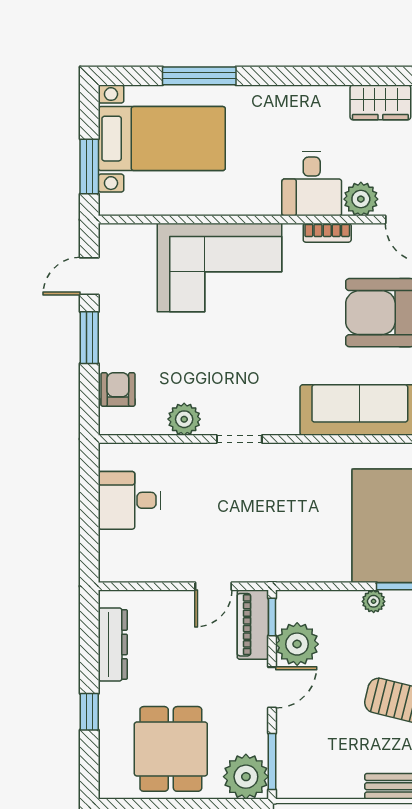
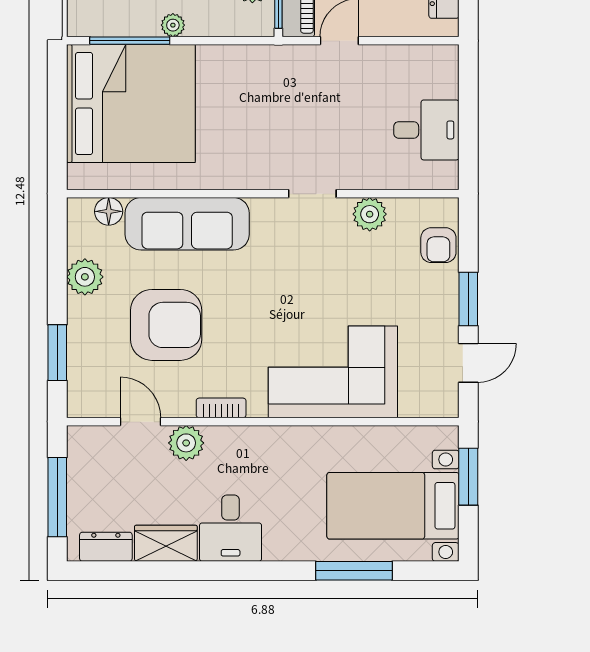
desk: (312, 184) -> (231, 528), moved, turned 180

